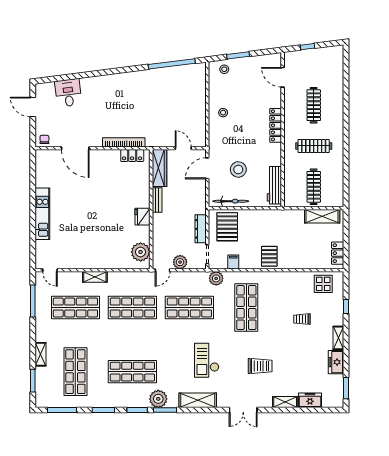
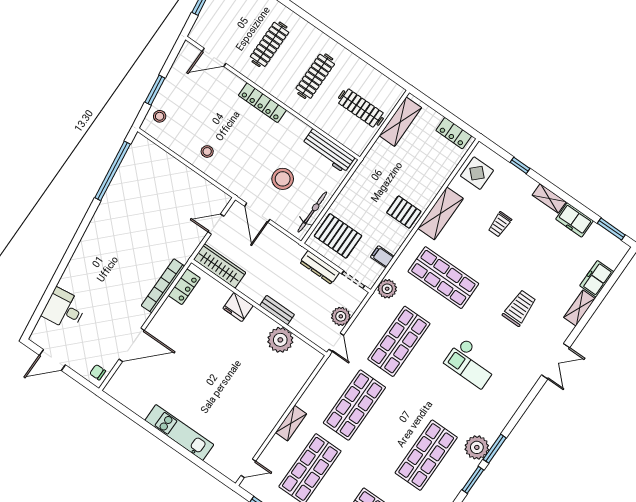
clothes rail: (314, 105) -> (270, 44), turned 90
bench: (157, 200) -> (277, 310), moved
fridge: (143, 217) -> (238, 307), moved
plant: (141, 252) -> (280, 340), moved
shelving: (198, 400) -> (441, 213), moved

